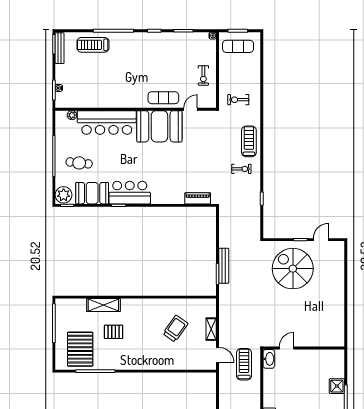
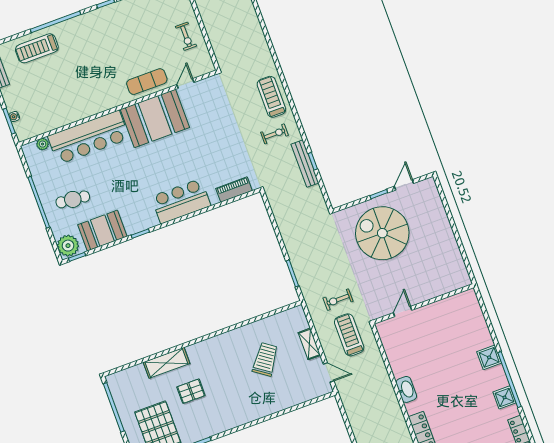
exercise bike: (238, 100) -> (338, 300), moved
bar counter: (130, 193) -> (181, 201), moved
bench: (224, 266) -> (305, 164), moved
door: (287, 348) -> (403, 311), moved
wall: (304, 348) -> (423, 304), moved
washbasin: (269, 359) -> (406, 389), moved
treadmill: (244, 364) -> (349, 335), moved

